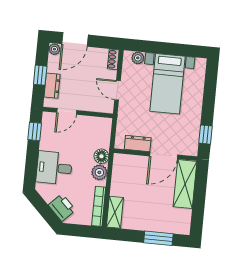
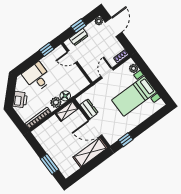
door: (75, 39) -> (114, 27), swing flipped
shelving: (115, 212) -> (67, 111), moved

